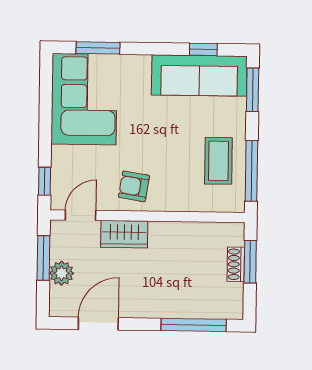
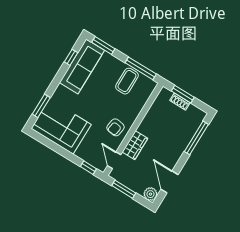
coffee table: (218, 161) -> (127, 81), turned 90
plant: (62, 273) -> (150, 194), moved

